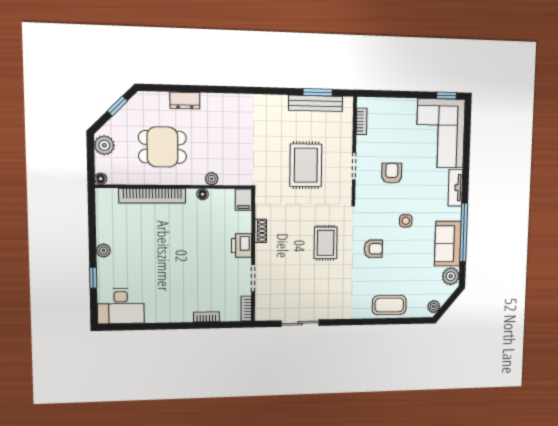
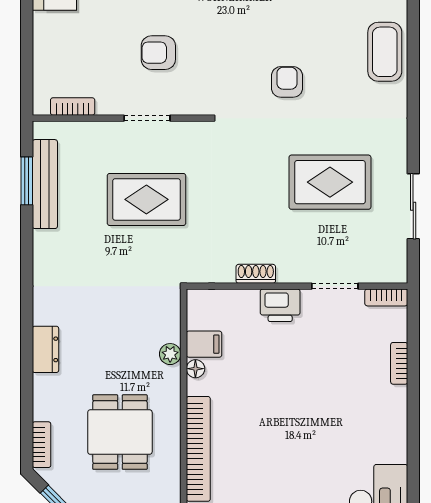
bookcase: (154, 97) -> (42, 445), added
dresser: (185, 101) -> (45, 349), moved
filing cabinet: (244, 200) -> (204, 344), moved
side table: (406, 221) -> (239, 26), removed
rug: (326, 243) -> (330, 182), moved, width x1.36, depth x1.43

